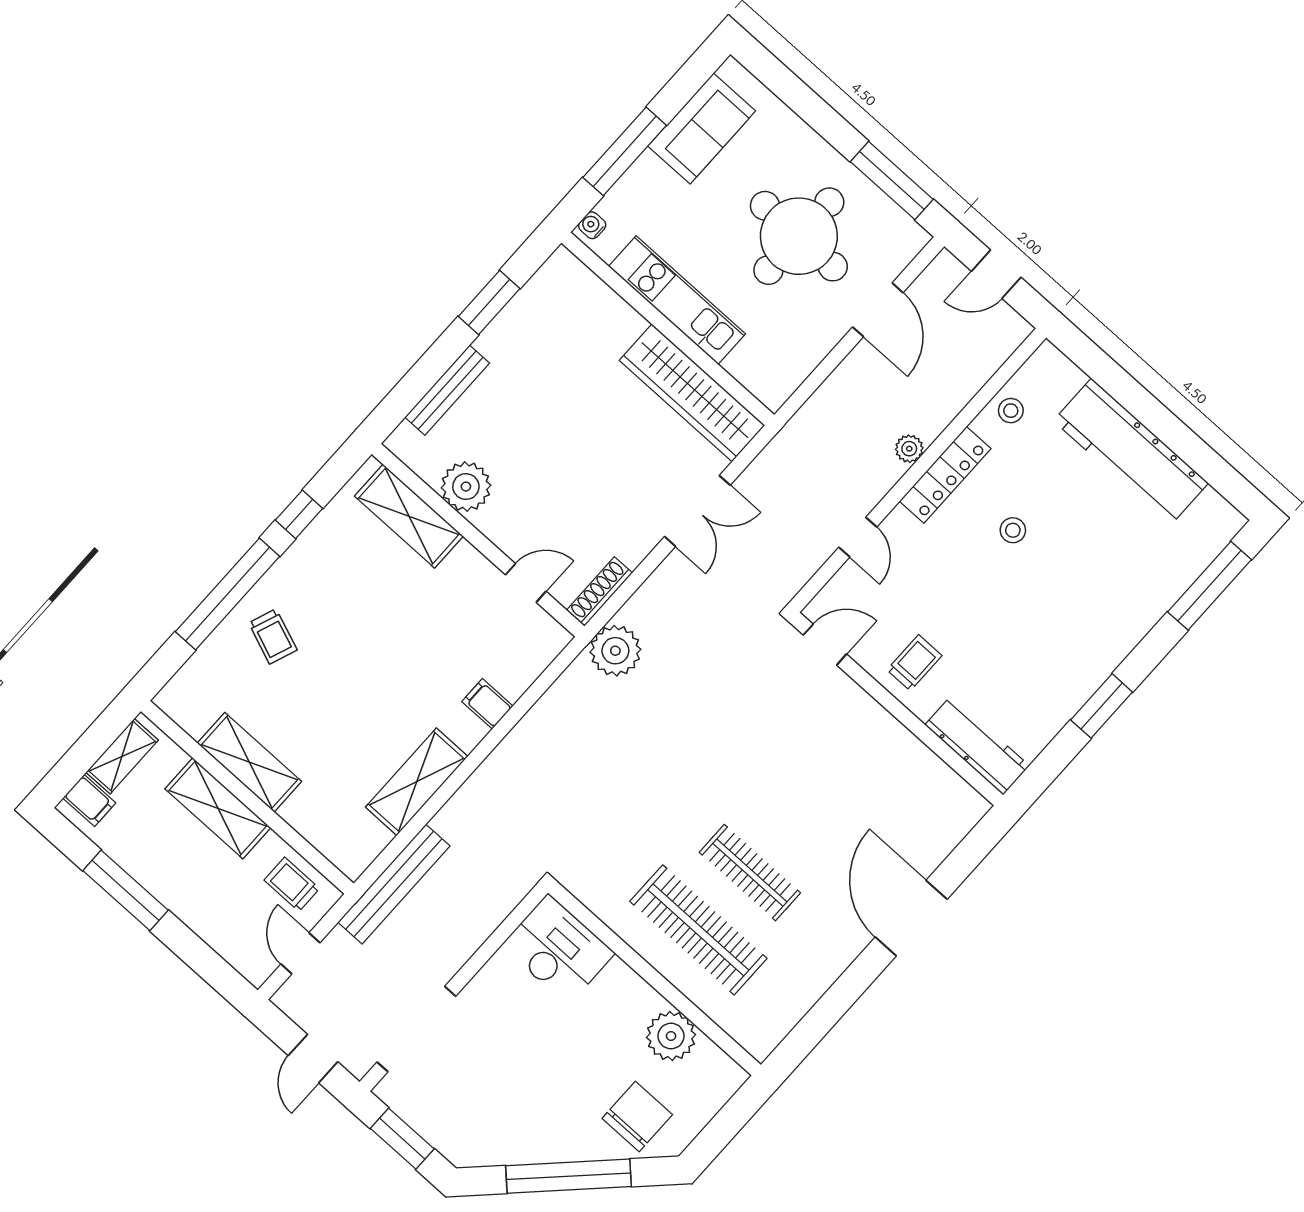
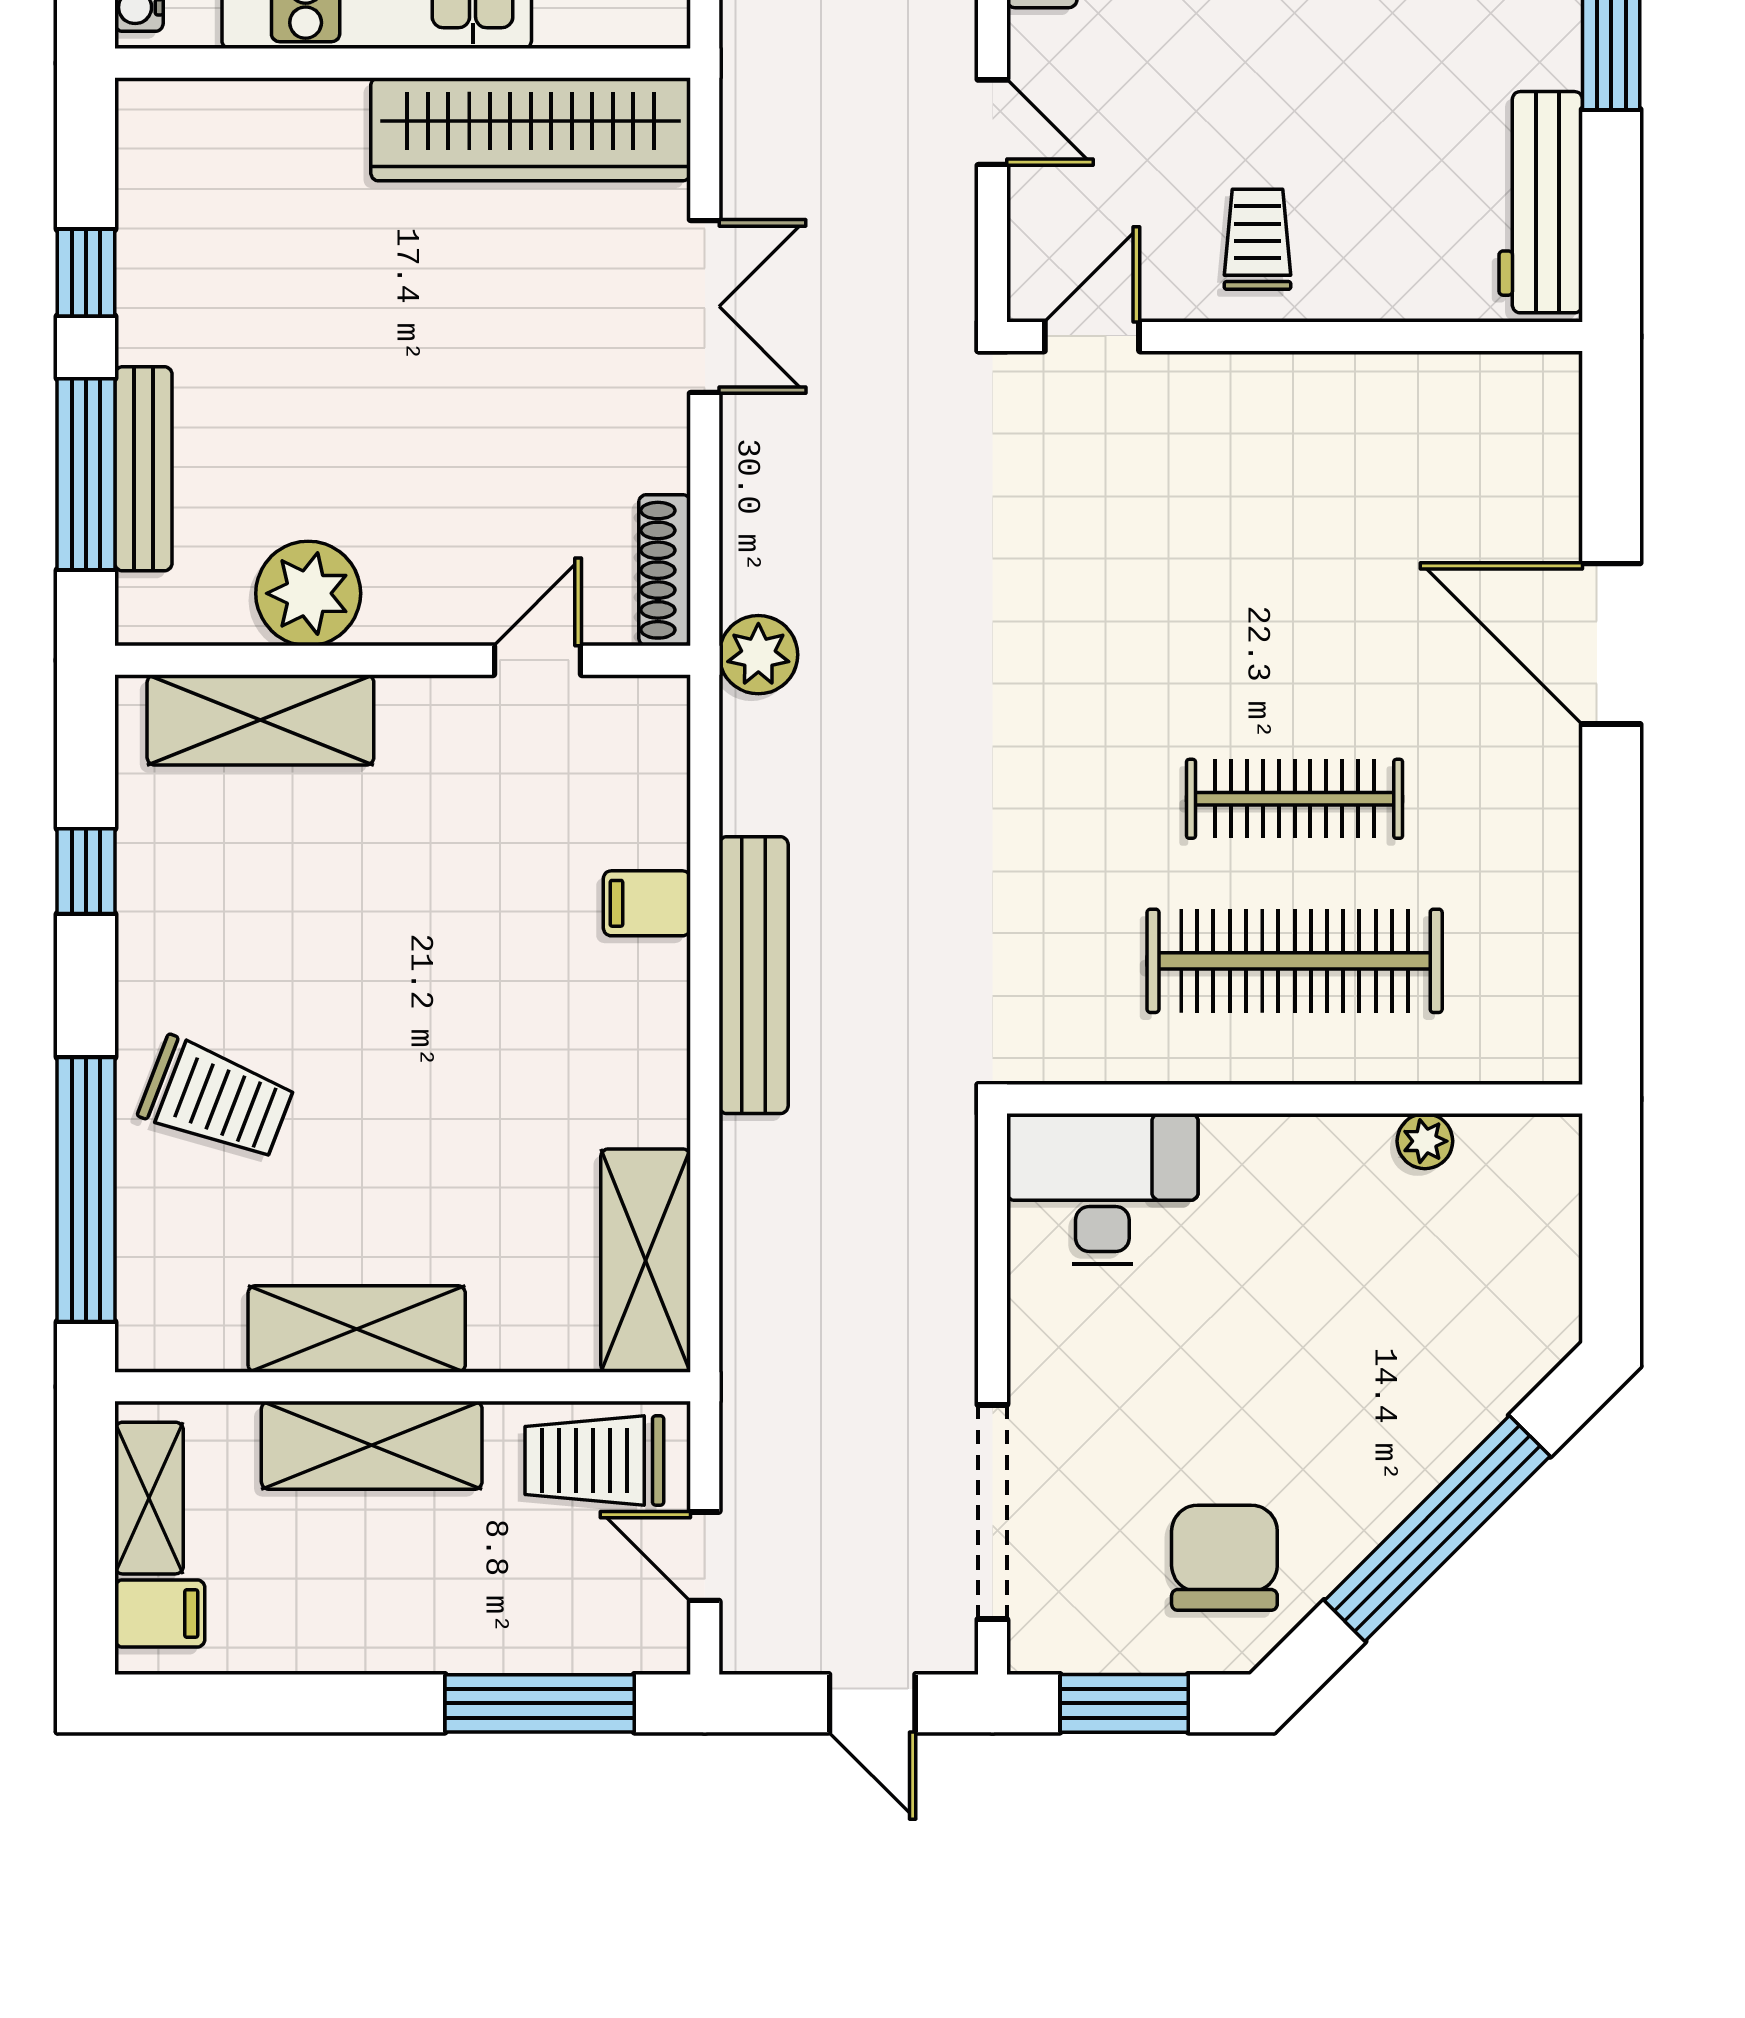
window: (489, 302) -> (86, 273), width x0.67
window: (425, 374) -> (86, 474), added
window: (227, 594) -> (86, 1190), moved
trolley: (273, 636) -> (217, 1099), width x1.36, depth x1.39
plant: (615, 651) -> (758, 655), width x0.73, depth x0.73
workbench: (977, 745) -> (1541, 202), moved, turned -90
shelving: (417, 782) -> (646, 1261), moved
trolley: (292, 884) -> (594, 1460), width x1.36, depth x1.39
bench: (394, 884) -> (754, 975), moved
window: (126, 890) -> (540, 1703), moved
plant: (671, 1036) -> (1425, 1141), width x0.53, depth x0.53
chair: (637, 1116) -> (1224, 1558), moved

